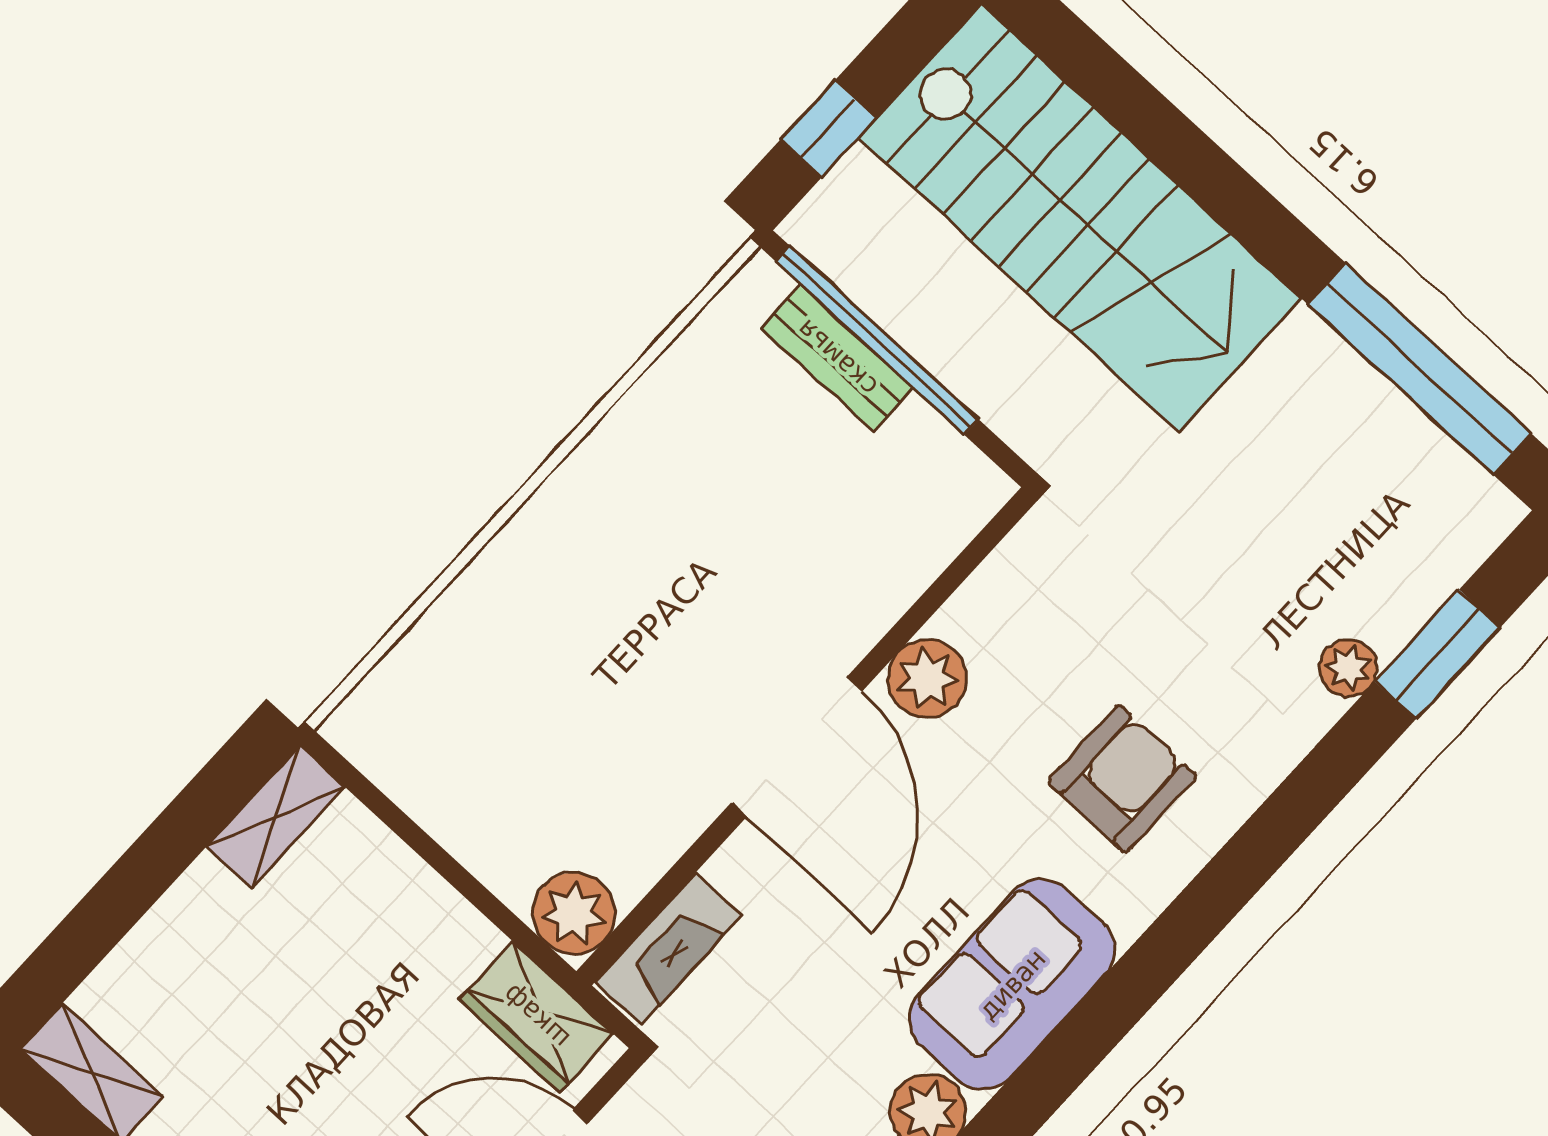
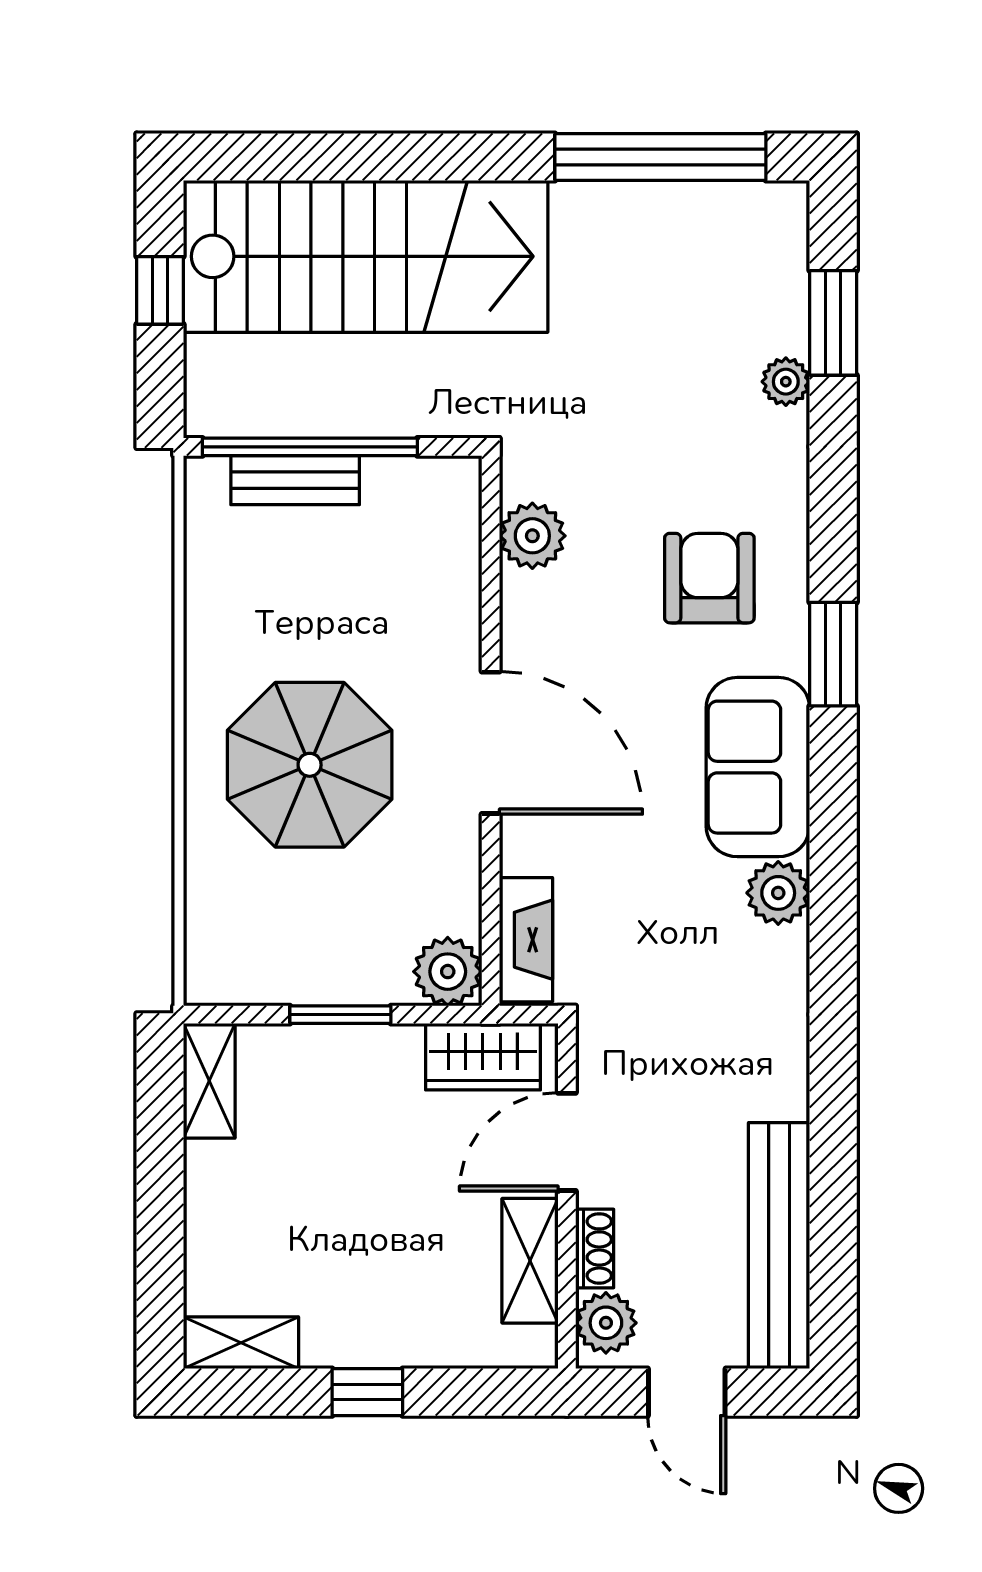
window: (828, 129) -> (160, 290), moved
parasol: (620, 620) -> (310, 765), added
plant: (927, 679) -> (532, 536), moved
window: (445, 864) -> (340, 1015), added
window: (1170, 946) -> (833, 654), added

